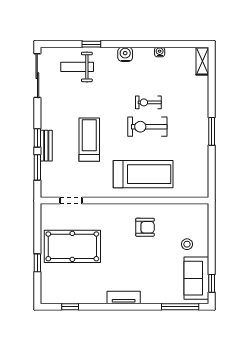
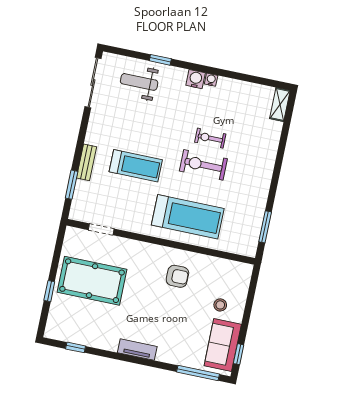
water cooler: (160, 52) -> (211, 80), moved
window: (212, 131) -> (265, 227), moved
window: (37, 138) -> (78, 152), removed
treadmill: (89, 140) -> (136, 166), turned 90

